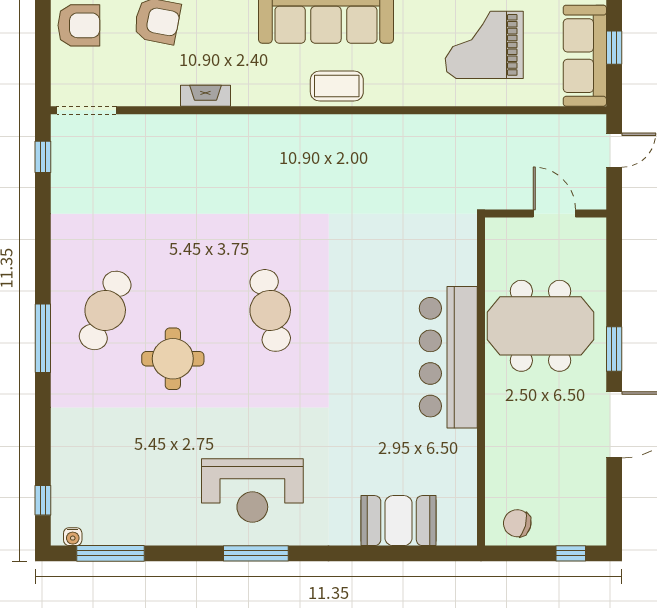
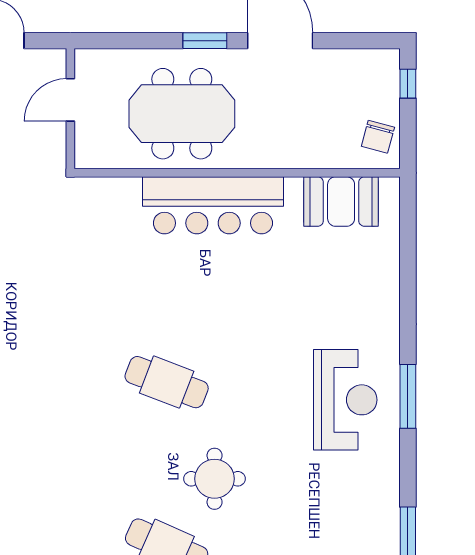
cafe table: (270, 310) -> (167, 382), turned 33
meeting table: (540, 326) -> (182, 114), turned 90
booth: (399, 521) -> (341, 202), moved, turned 90

